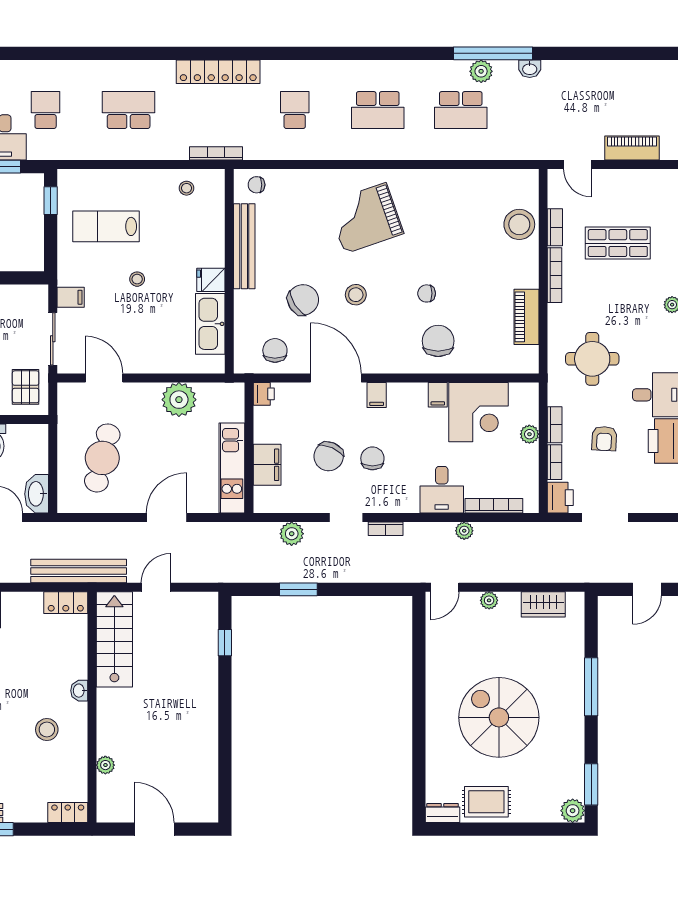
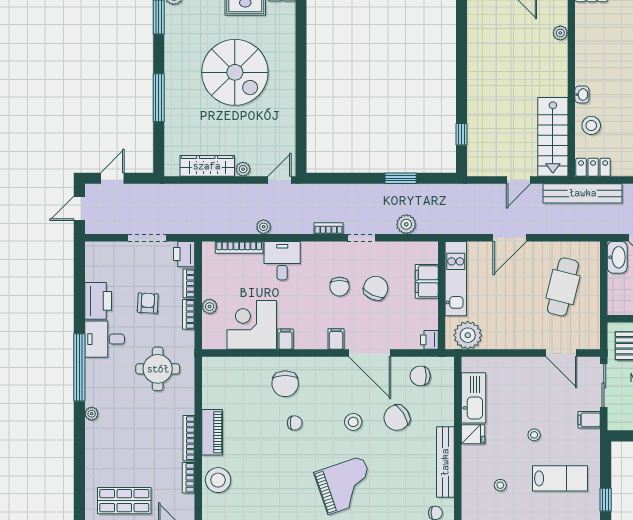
stool: (187, 188) -> (500, 485), moved
shop shelf: (618, 243) -> (124, 501), moved
piano: (526, 317) -> (212, 432), moved
chair: (275, 350) -> (420, 376), turned 90
plant: (179, 400) -> (468, 335), moved
wardrobe: (543, 604) -> (207, 166), width x1.50
stool: (47, 730) -> (591, 125), moved

